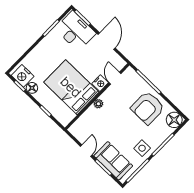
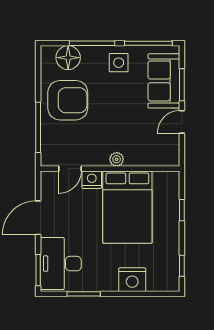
nightstand: (23, 76) -> (132, 280), moved, turned 90
floor lamp: (32, 88) -> (171, 250), removed
floor lamp: (174, 120) -> (68, 58), moved

